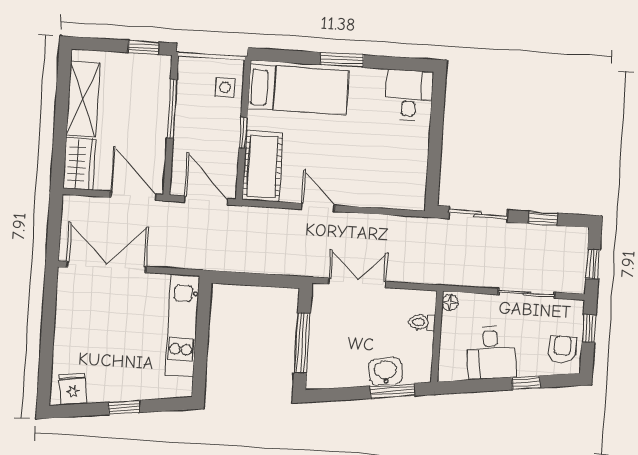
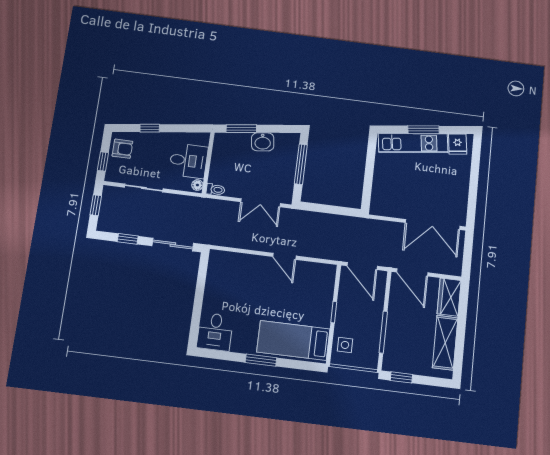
cot: (263, 166) -> (321, 288), removed
toilet: (422, 322) -> (215, 190), moved
kitchen unit: (182, 326) -> (413, 143), moved, turned 83
armchair: (563, 349) -> (122, 149), turned -90
desk: (491, 353) -> (188, 161), moved, turned 97
washbasin: (386, 372) -> (263, 142), moved
window: (124, 407) -> (423, 130), width x1.50

